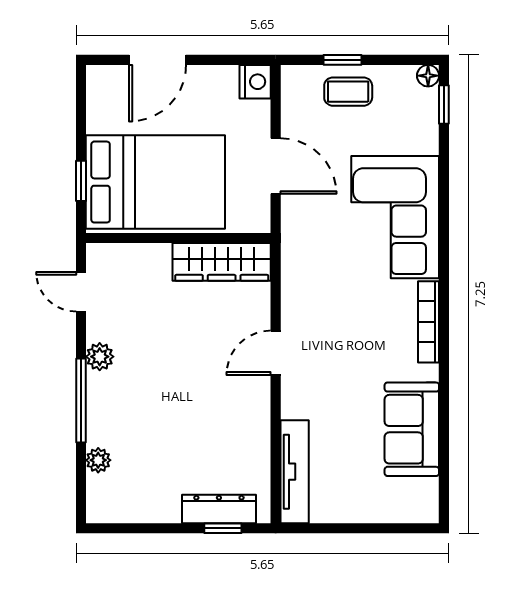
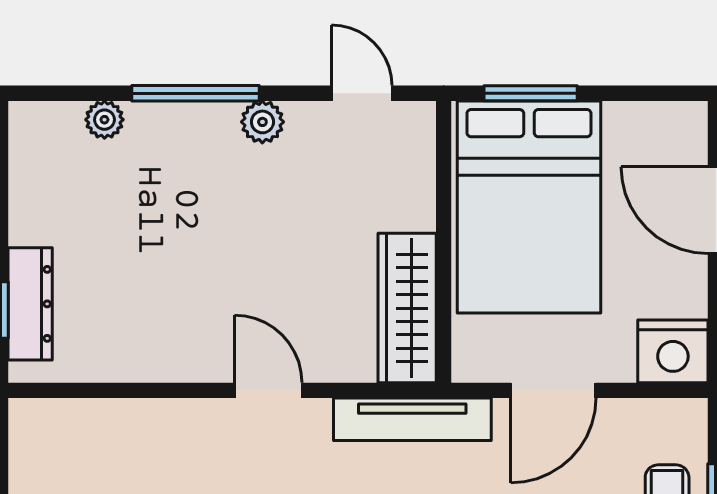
nightstand: (255, 82) -> (673, 351), width x1.36, depth x1.33
window: (81, 181) -> (531, 93), width x1.50
door: (81, 292) -> (362, 93), hinge flipped
tv unit: (295, 472) -> (412, 419), moved

